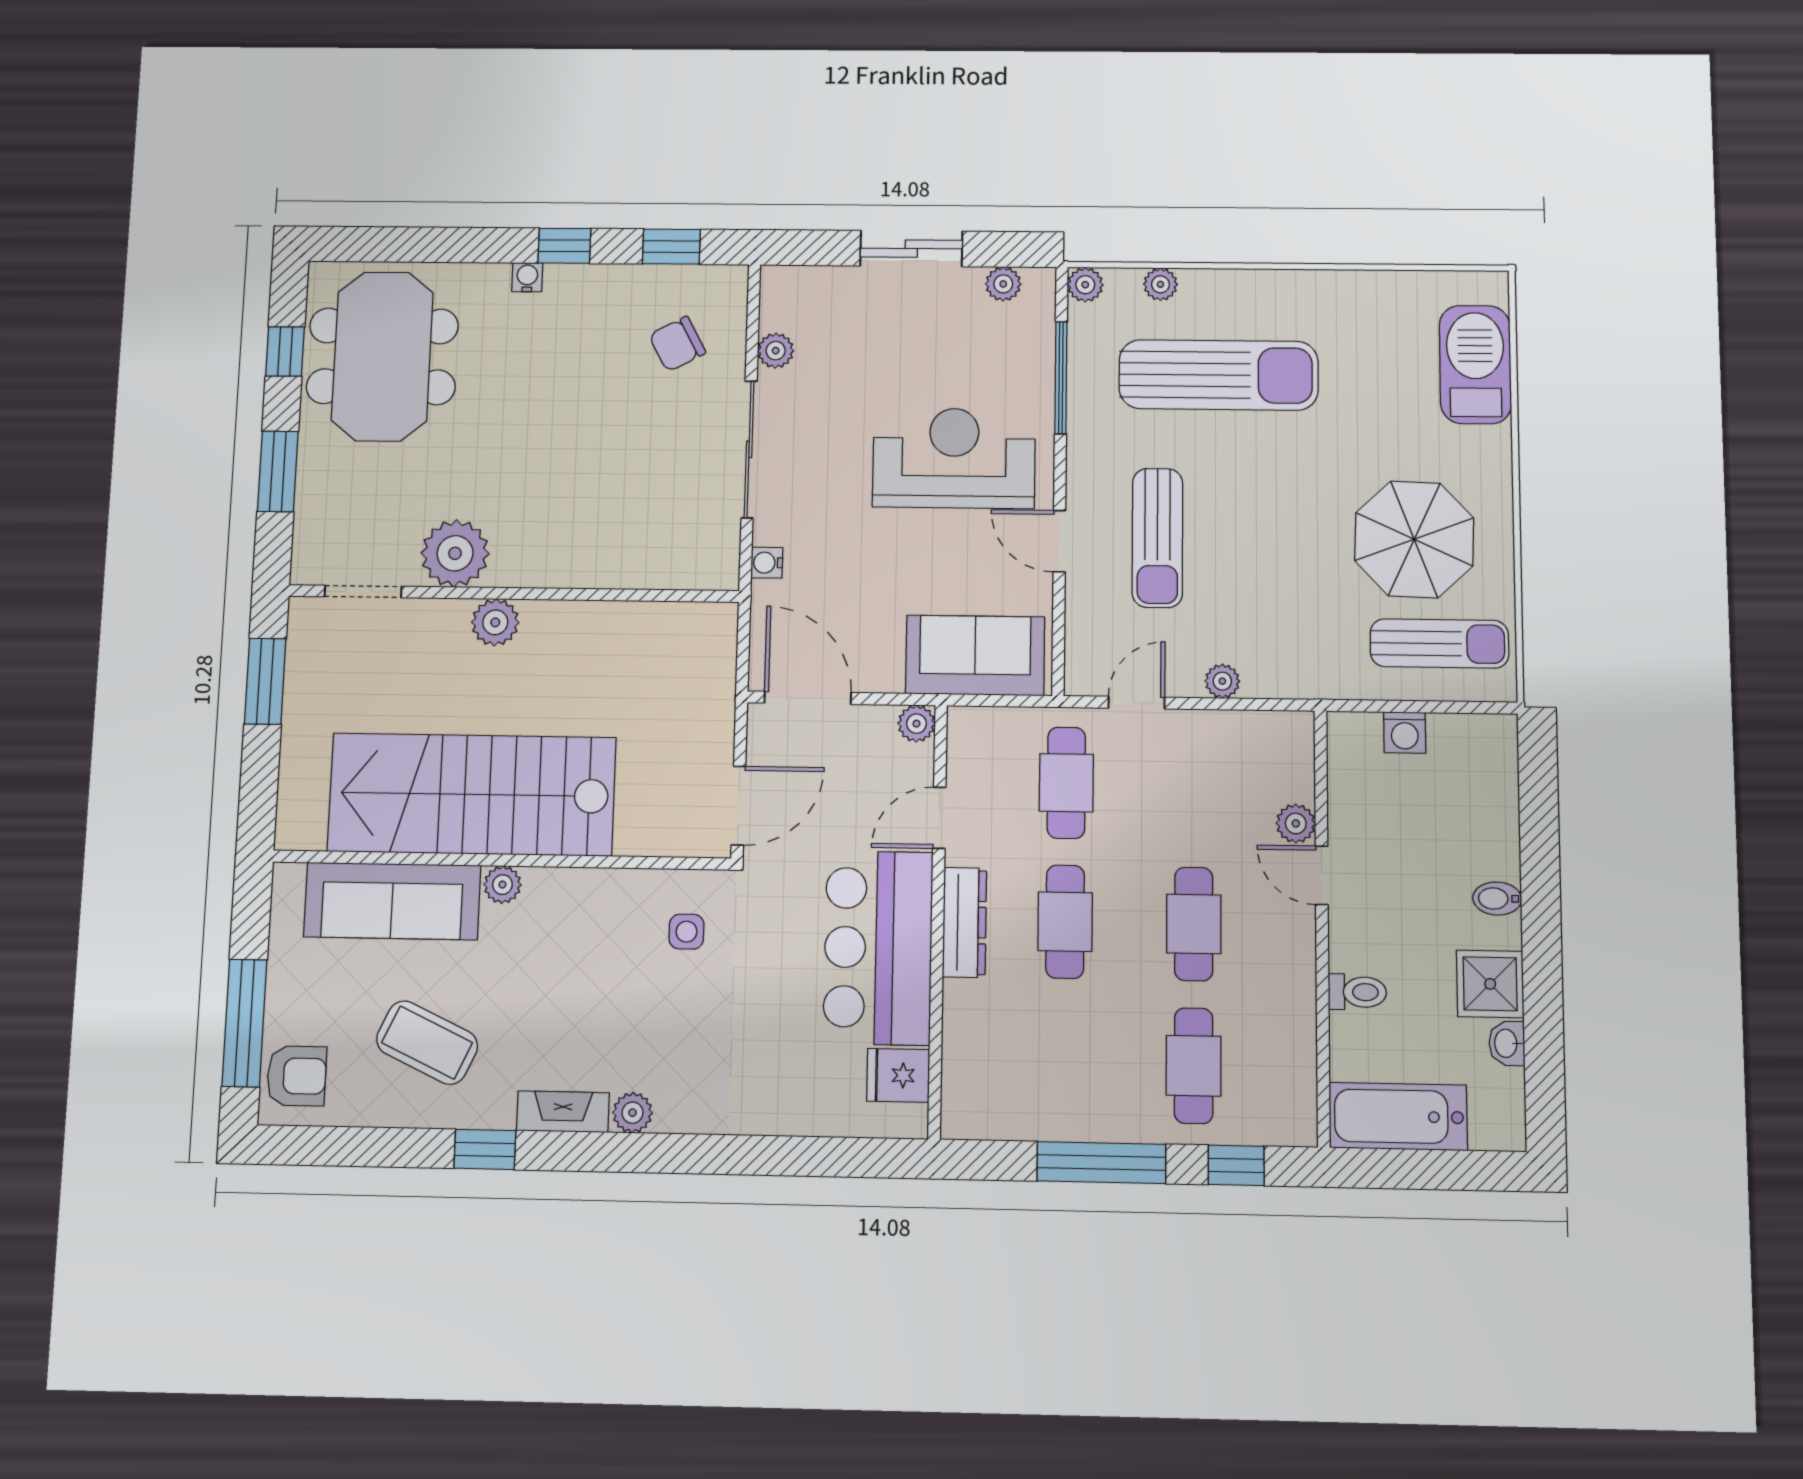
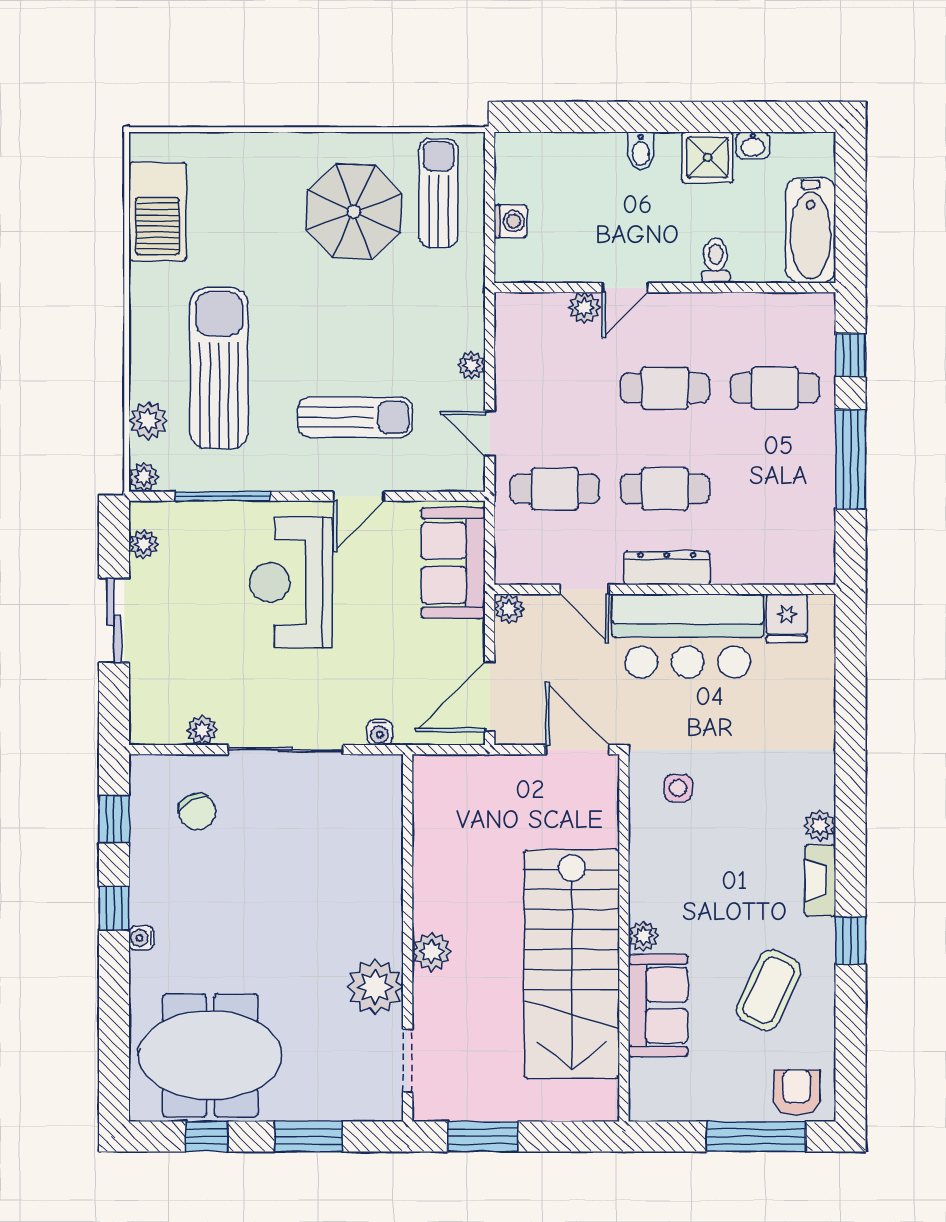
plant: (1160, 284) -> (148, 421), width x1.38, depth x1.38
barbecue: (1475, 365) -> (157, 211), moved, turned -90
sofa: (392, 901) -> (658, 1005), width x0.73

